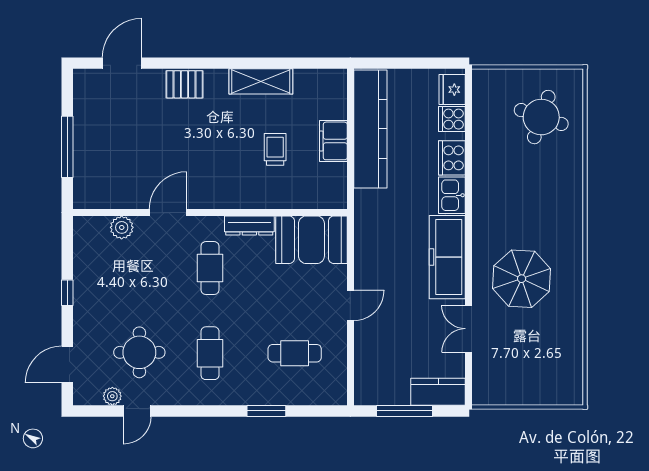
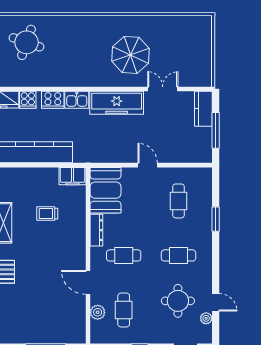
filing cabinet: (333, 141) -> (73, 176), moved
cafe table: (125, 268) -> (124, 310), added
double door: (469, 329) -> (163, 89), swing flipped

